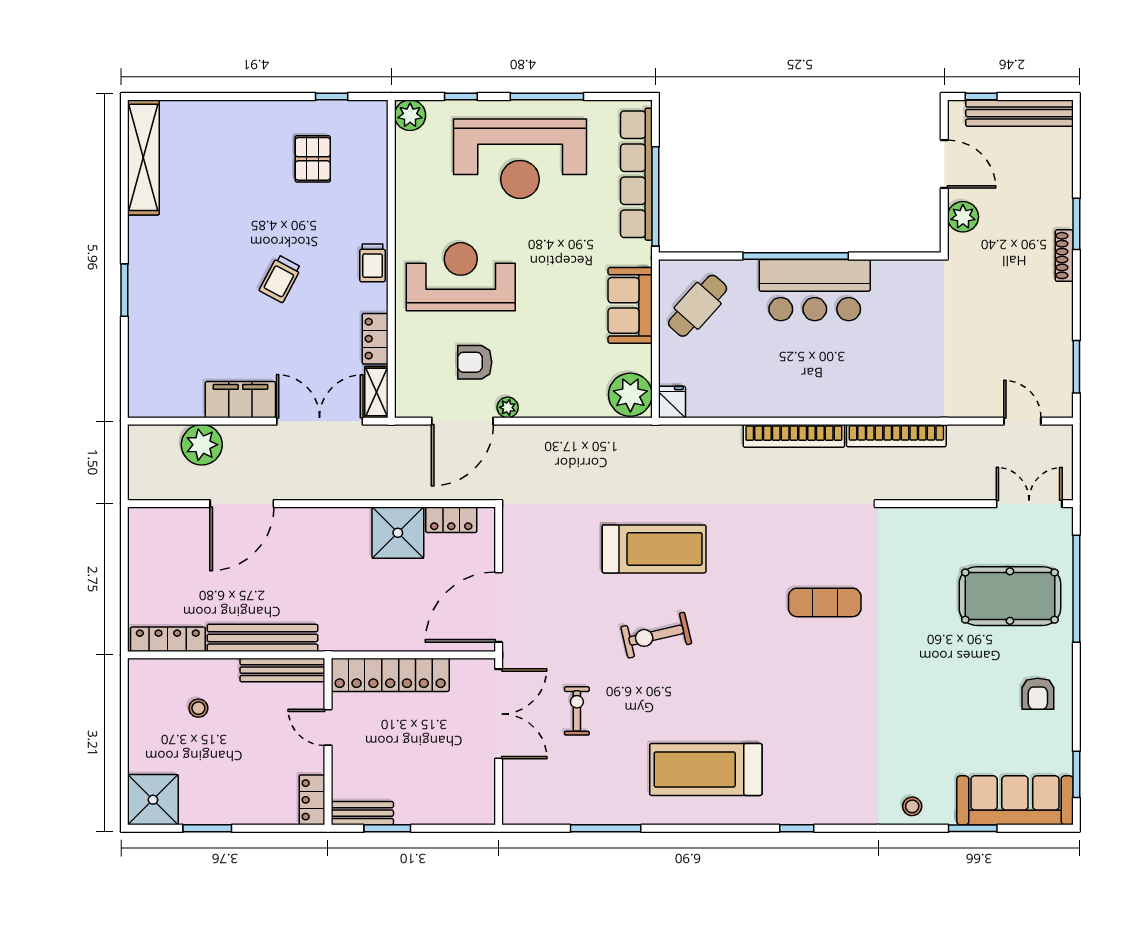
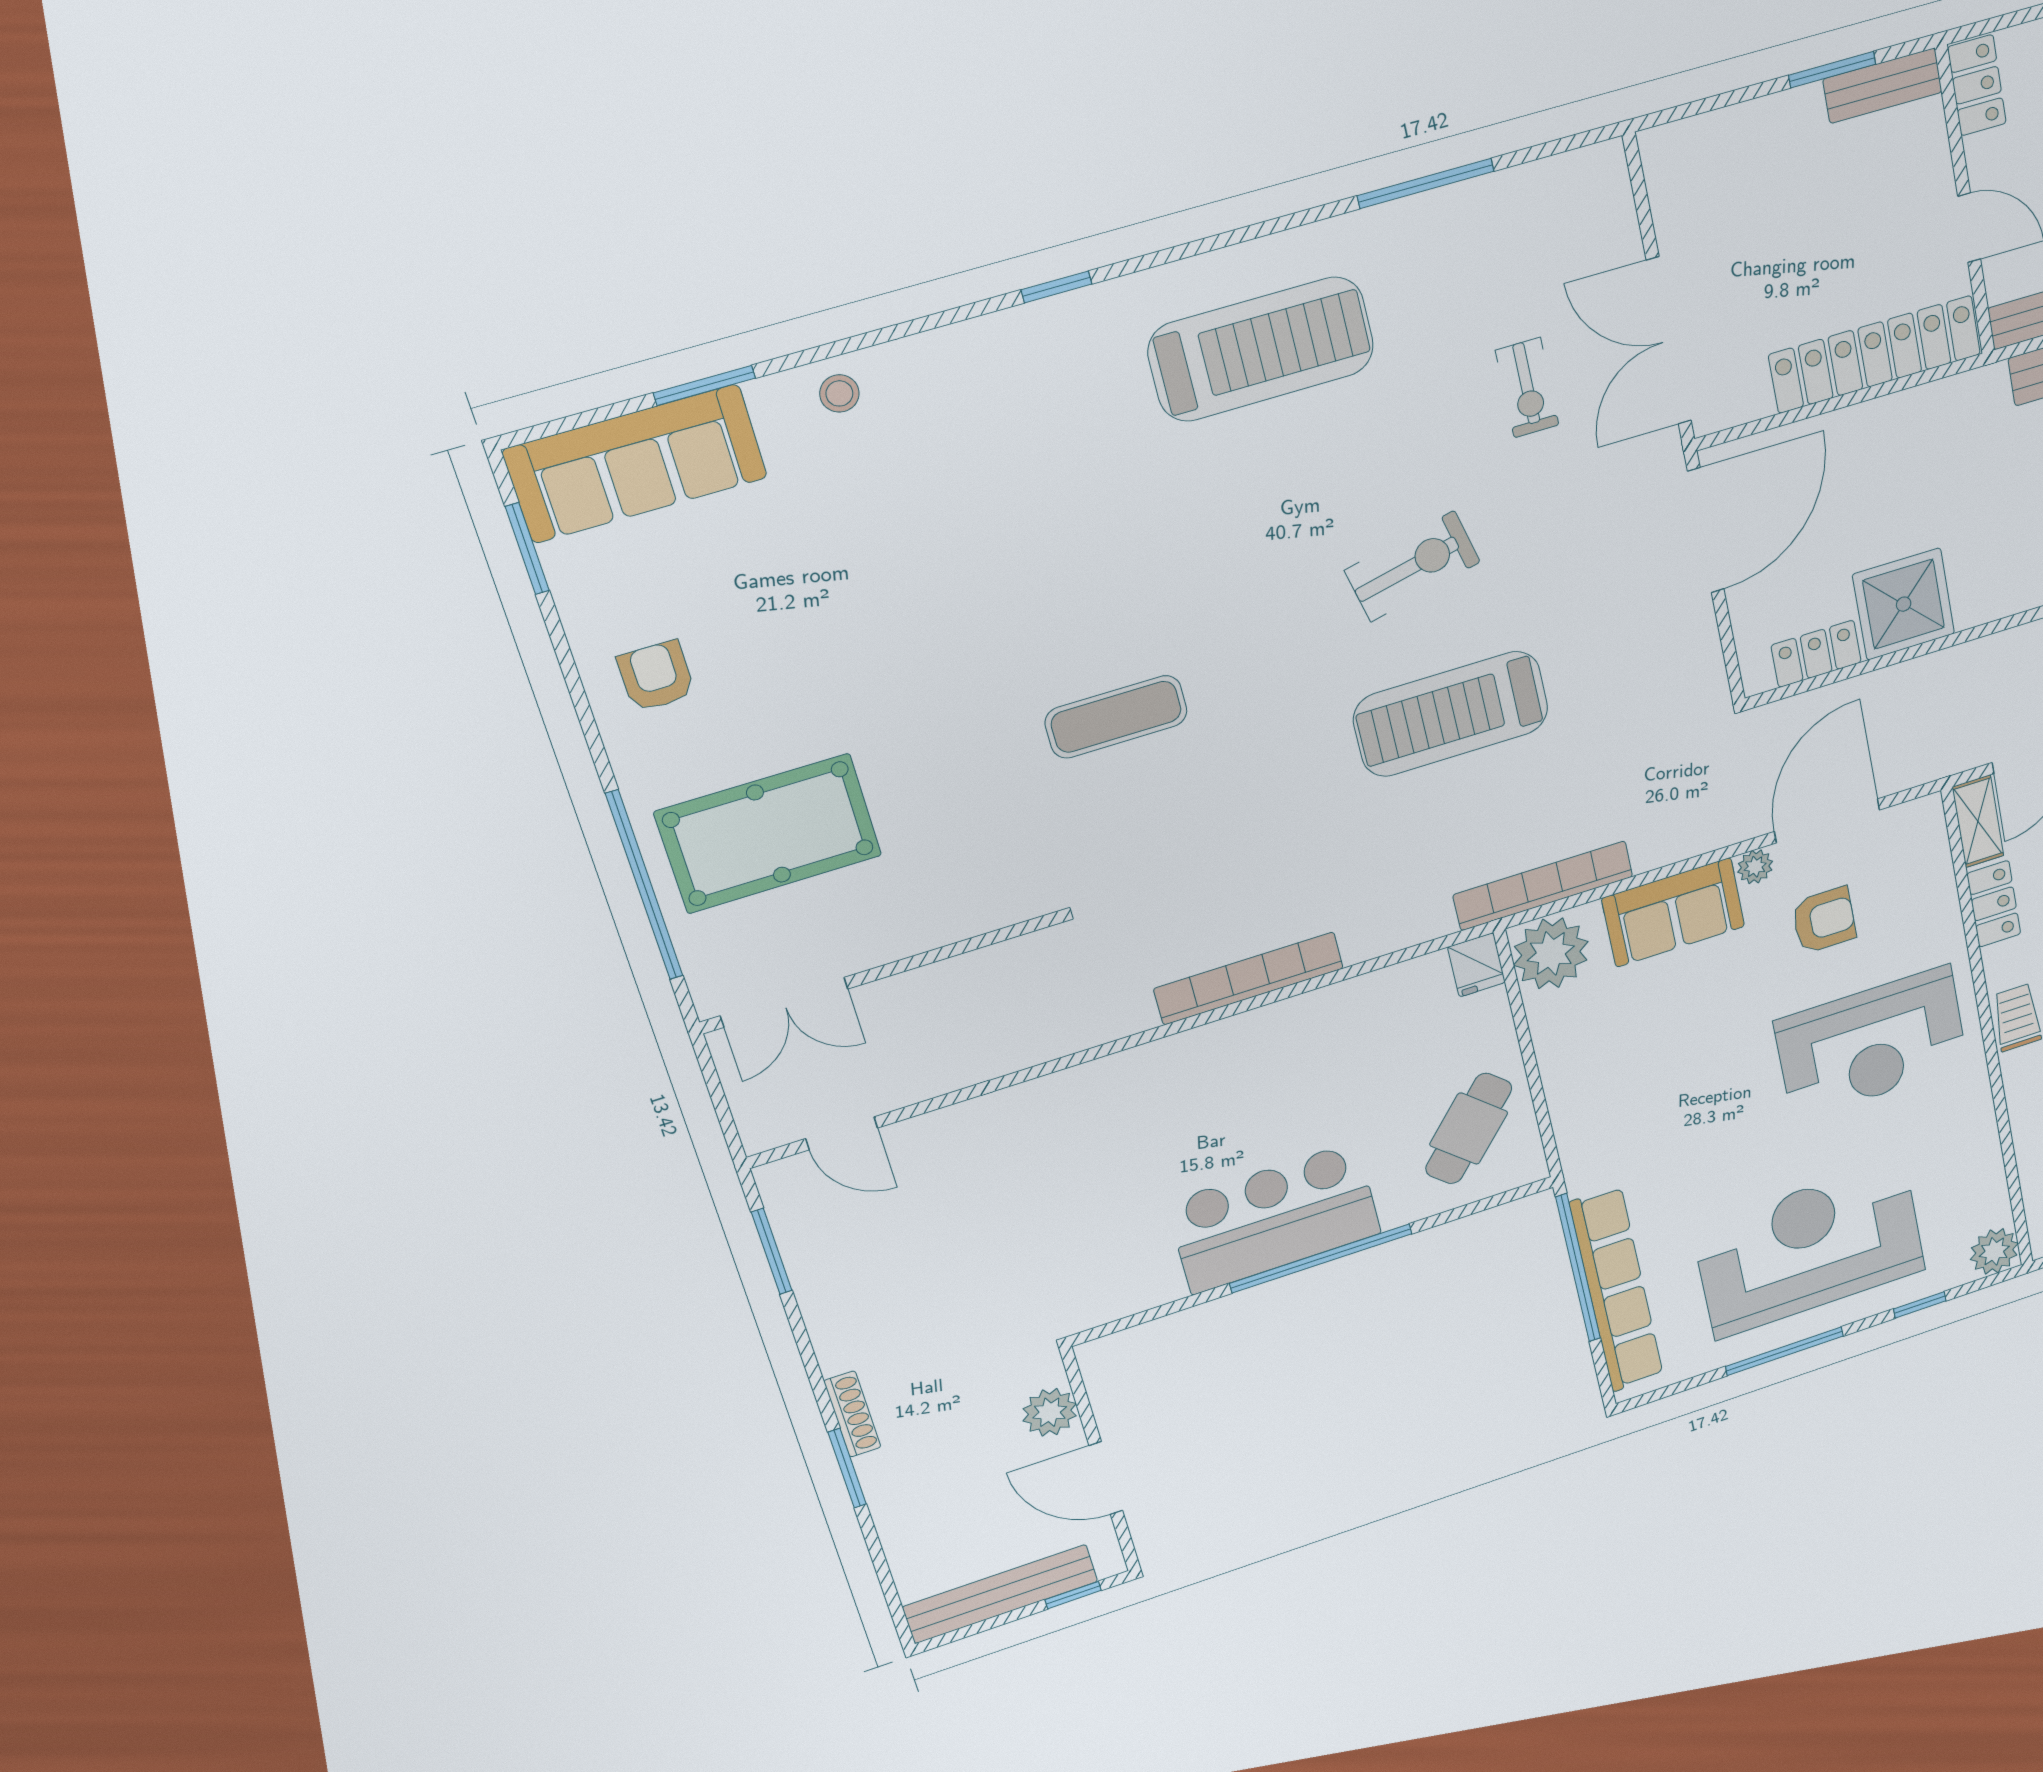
sofa: (630, 305) -> (1673, 912), moved, turned 90
bookcase: (896, 436) -> (1543, 886), moved

